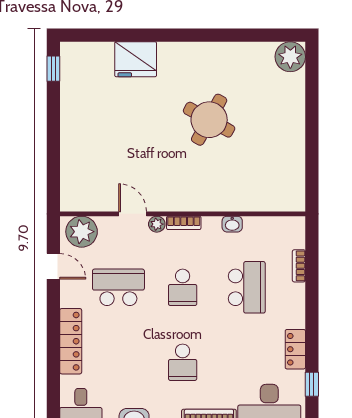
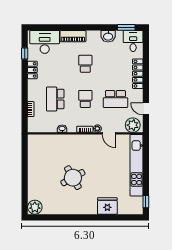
round table: (209, 120) -> (73, 178), turned 32
kitchen unit: (73, 146) -> (137, 165), added

